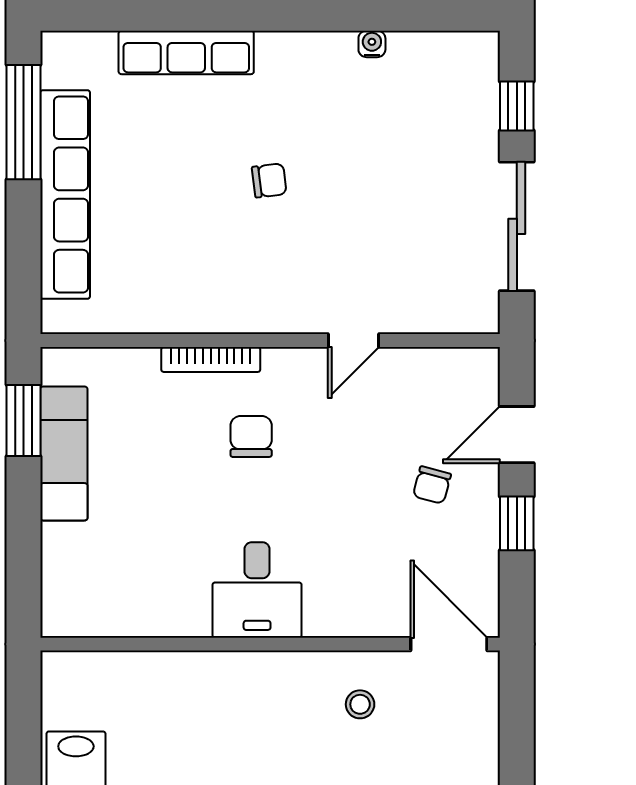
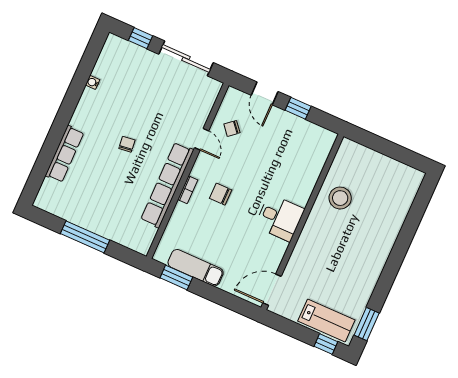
window: (23, 122) -> (85, 237), moved
row of seats: (65, 194) -> (167, 185), moved, turned -90
bookcase: (211, 359) -> (188, 190), width x0.64
chair: (432, 485) -> (232, 128), moved, turned 125
door: (449, 644) -> (272, 290), moved
stool: (360, 704) -> (340, 198), width x1.89, depth x1.89

